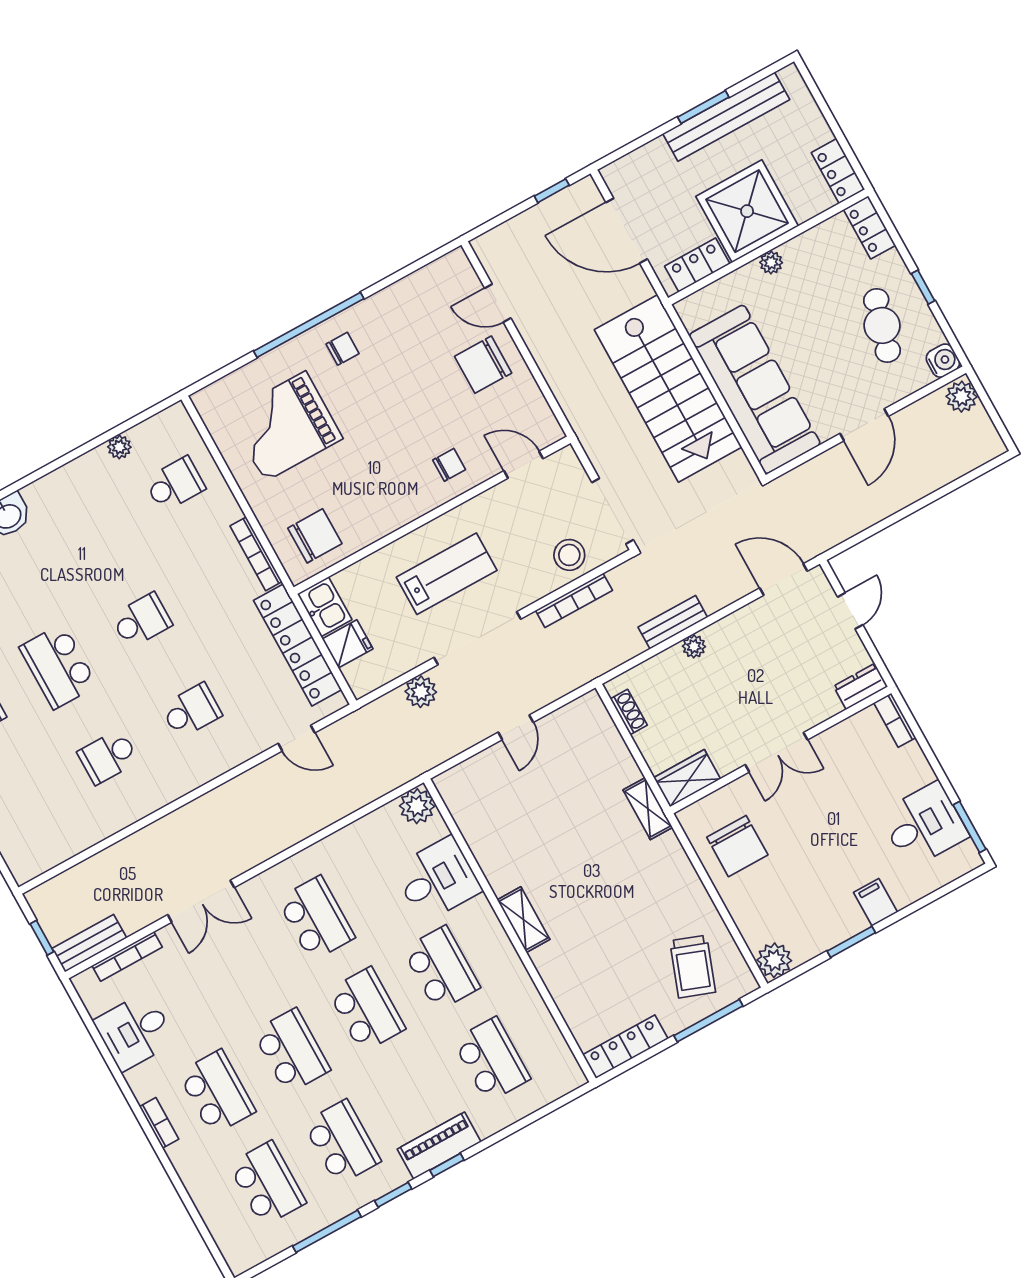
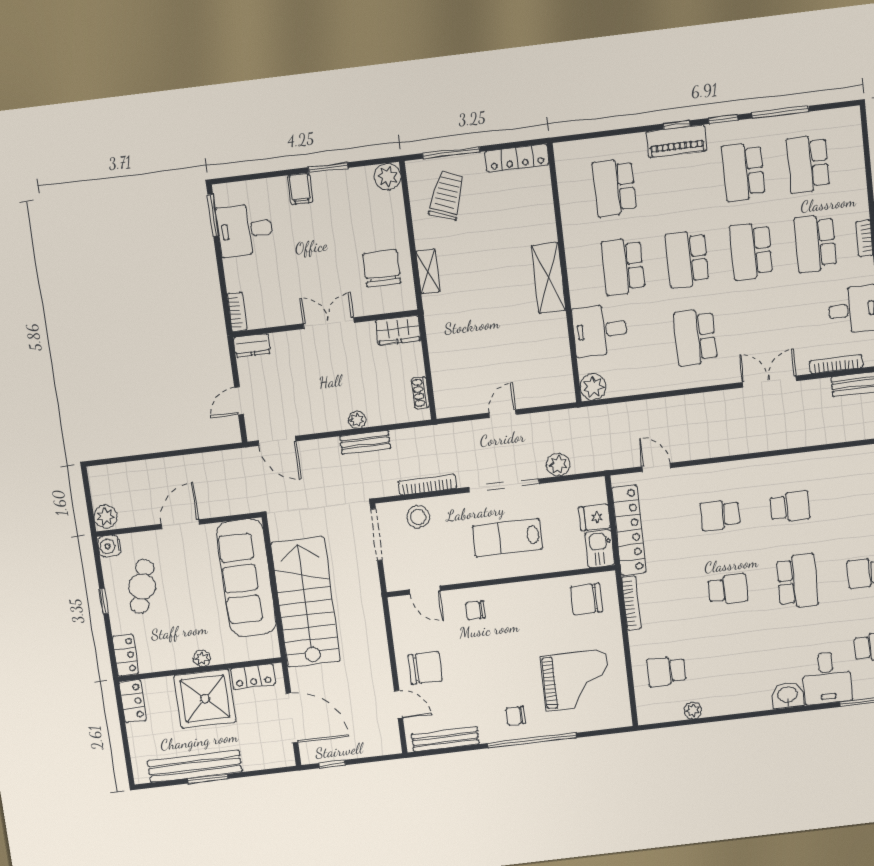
bench: (420, 282) -> (445, 739), added
school desk: (141, 620) -> (728, 589), turned 180
shelving: (648, 809) -> (428, 271), moved
shelving: (524, 920) -> (548, 278), width x1.50, depth x1.33

